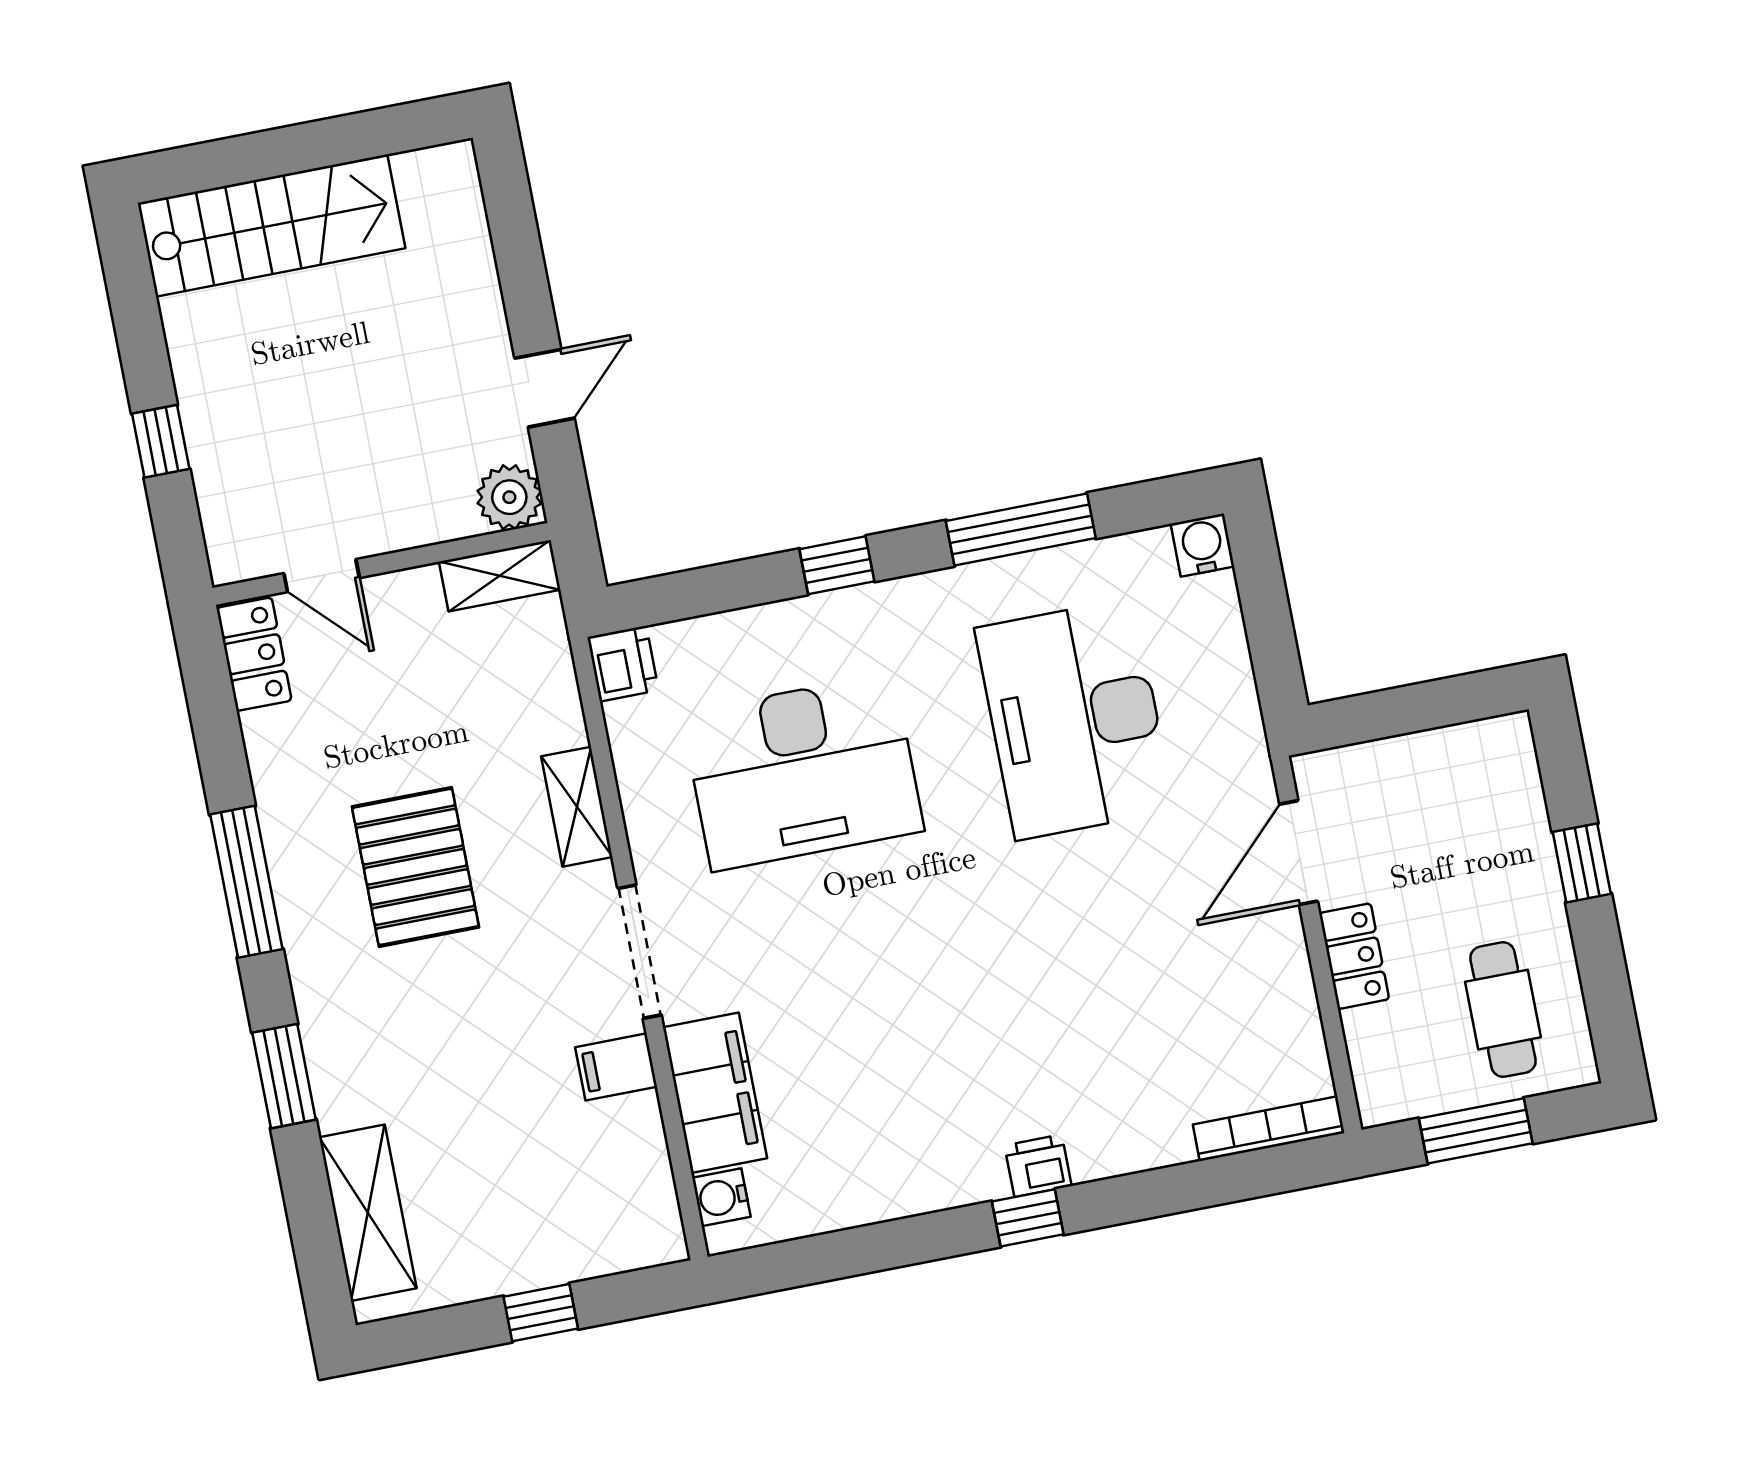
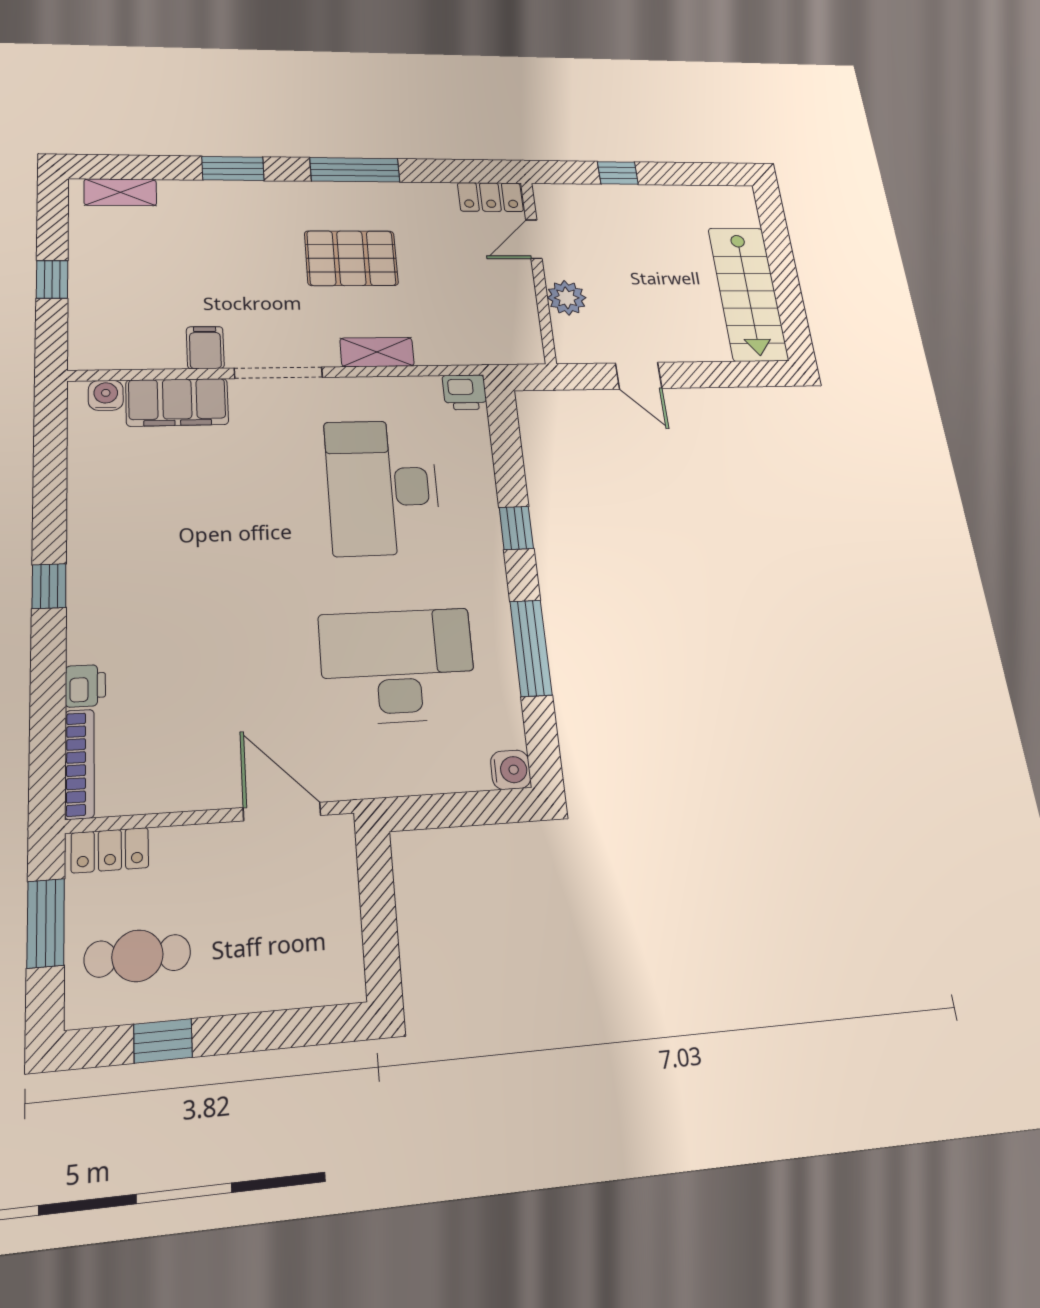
stairs: (271, 225) -> (748, 294), moved
plant: (509, 497) -> (567, 298), moved
shelving: (500, 576) -> (526, 333), removed
window: (1582, 863) -> (163, 1041), moved
locker: (1354, 956) -> (110, 850), moved
printer: (1038, 1166) -> (85, 686), moved
shelving: (368, 1213) -> (120, 192), width x0.67, depth x0.75

